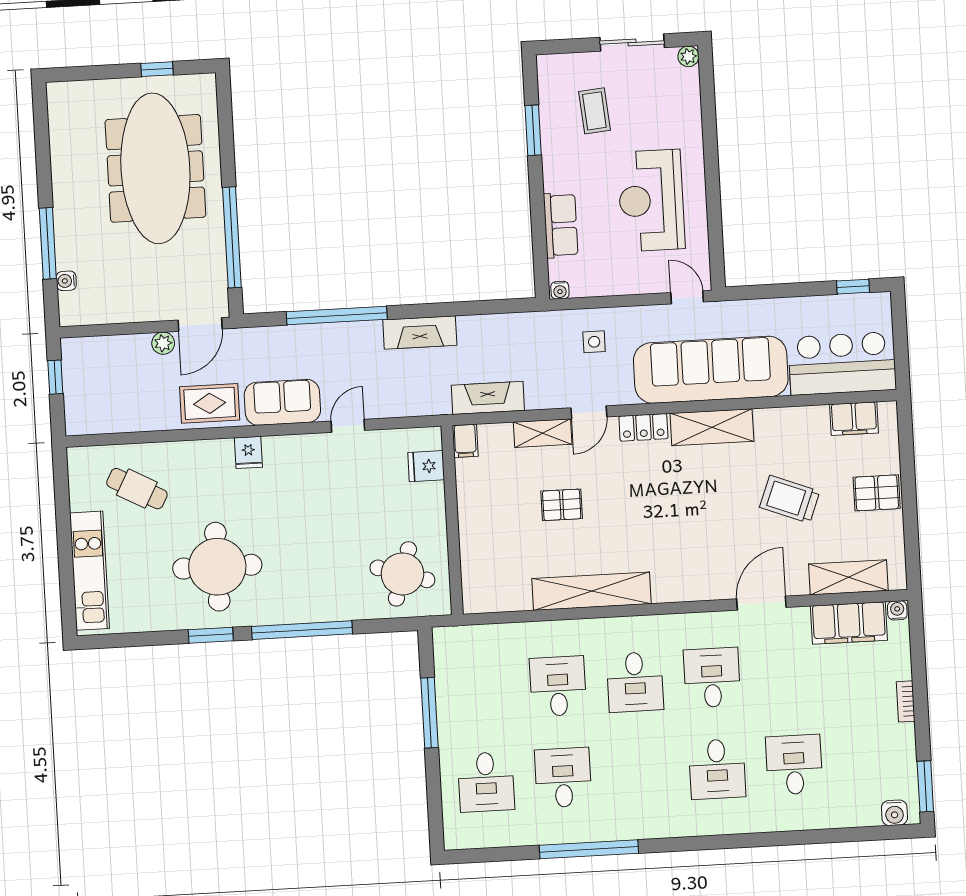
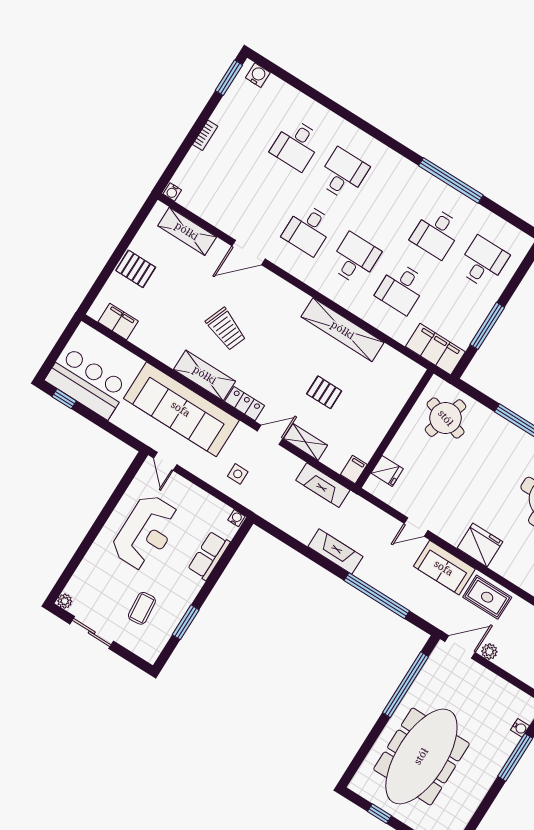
bar counter: (842, 363) -> (87, 383), moved, turned 180
fridge: (248, 452) -> (480, 545), width x1.88, depth x1.34
trolley: (790, 499) -> (226, 329), moved
filing cabinet: (849, 623) -> (435, 349), moved

